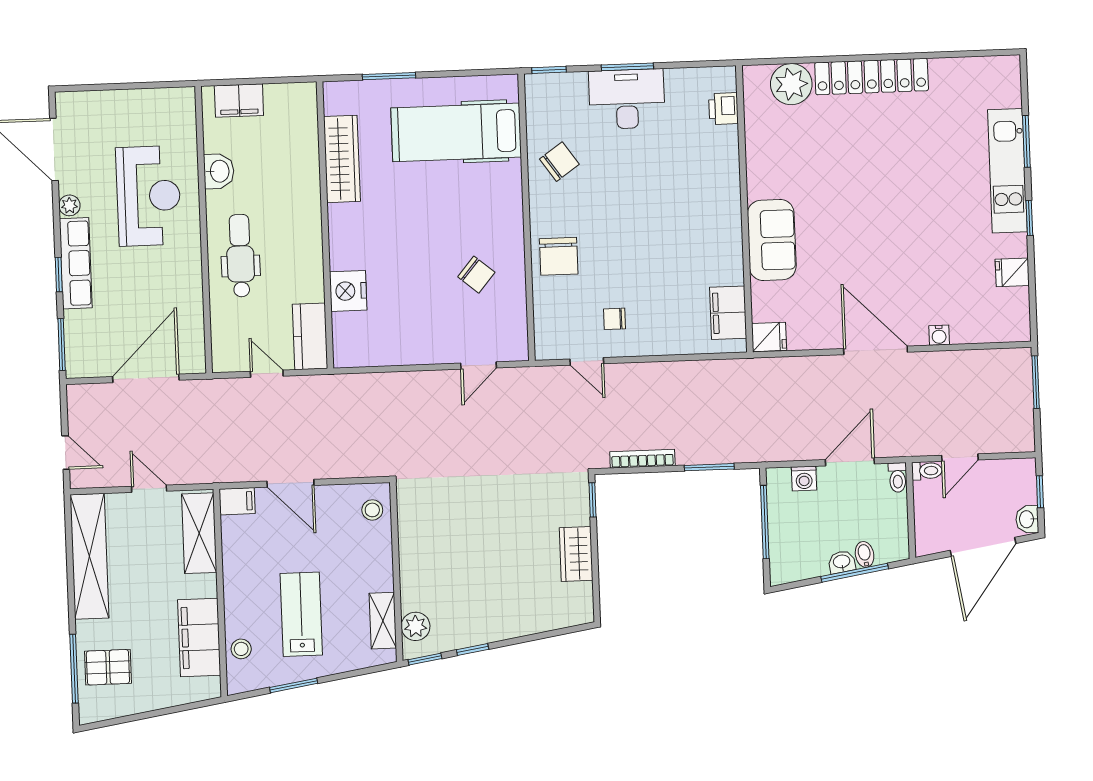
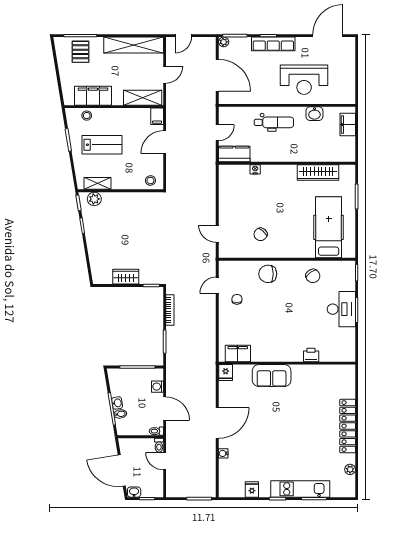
plant: (791, 84) -> (350, 469), moved, width x0.53, depth x0.53
printer: (724, 109) -> (311, 355), moved
plant: (69, 205) -> (224, 42), moved
nightstand: (348, 291) -> (255, 169), width x0.53, depth x0.56

